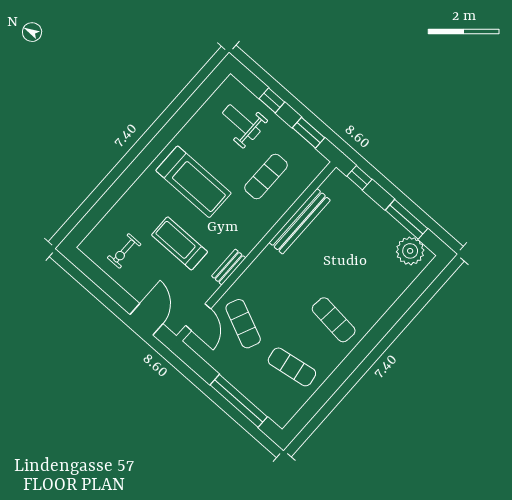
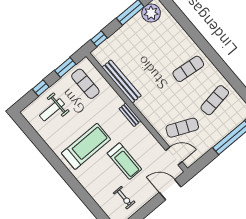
exercise mat: (266, 176) -> (85, 84), moved
treadmill: (180, 243) -> (124, 161), turned -90
bench: (229, 267) -> (130, 115), moved

